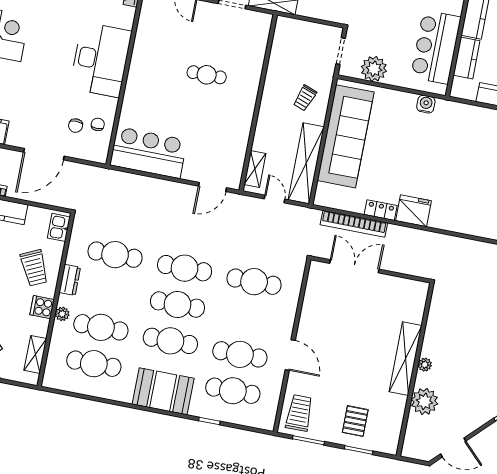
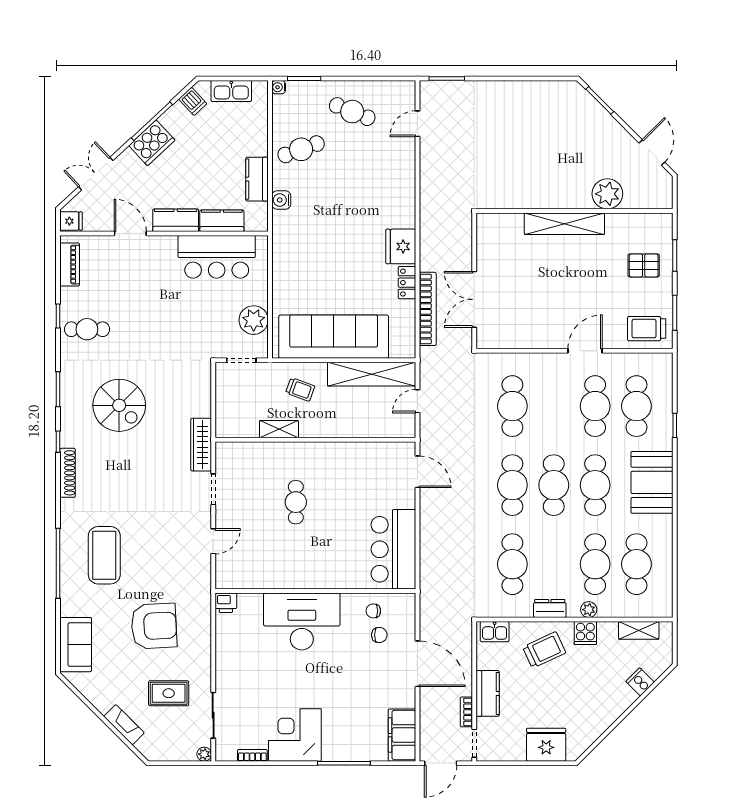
water cooler: (426, 104) -> (281, 200), moved
shelving: (255, 169) -> (279, 429), moved
plant: (425, 365) -> (567, 201), removed

